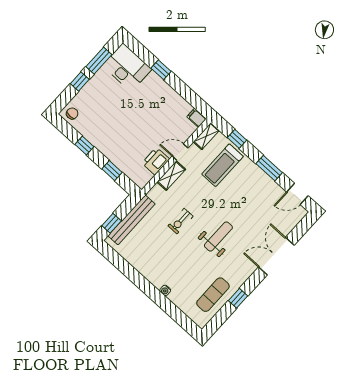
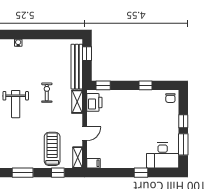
printer: (156, 161) -> (94, 102), moved
window: (112, 171) -> (103, 85), moved
shelving: (171, 176) -> (77, 102), moved

